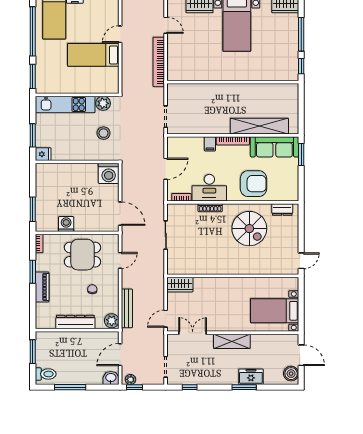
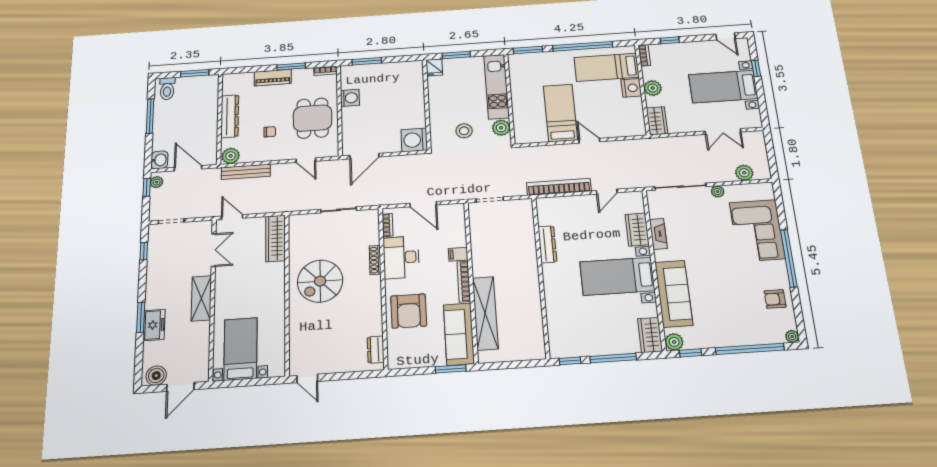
dresser: (207, 75) -> (547, 244), added
spiral stairs: (249, 229) -> (320, 281), moved
wardrobe: (180, 285) -> (276, 238), width x1.50

